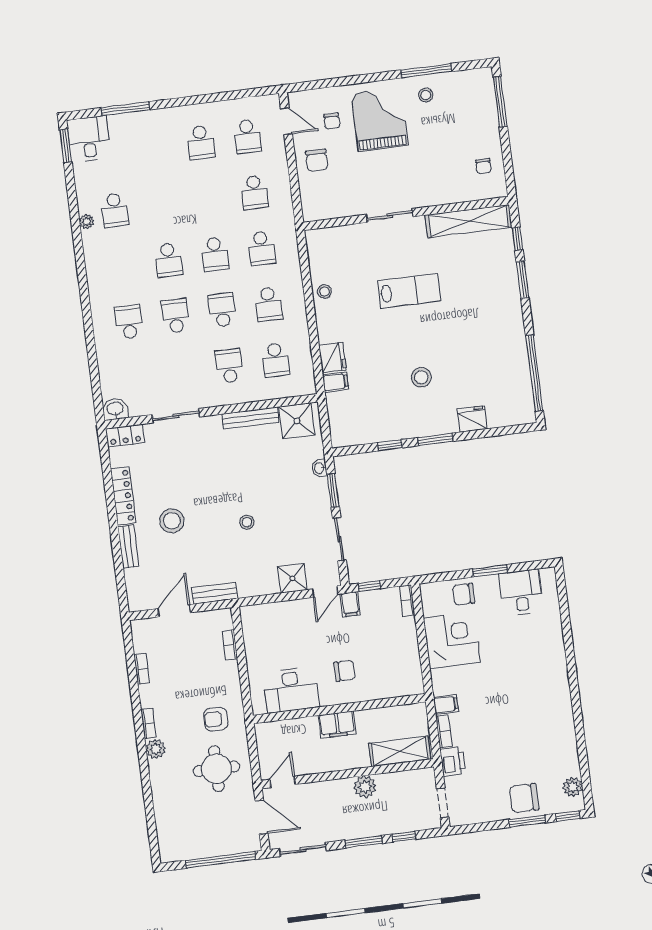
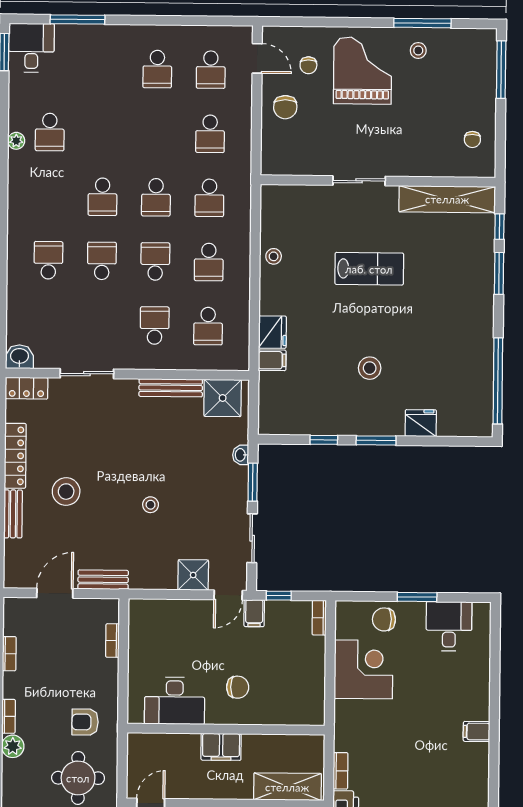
filing cabinet: (446, 704) -> (477, 731), moved, turned 180

